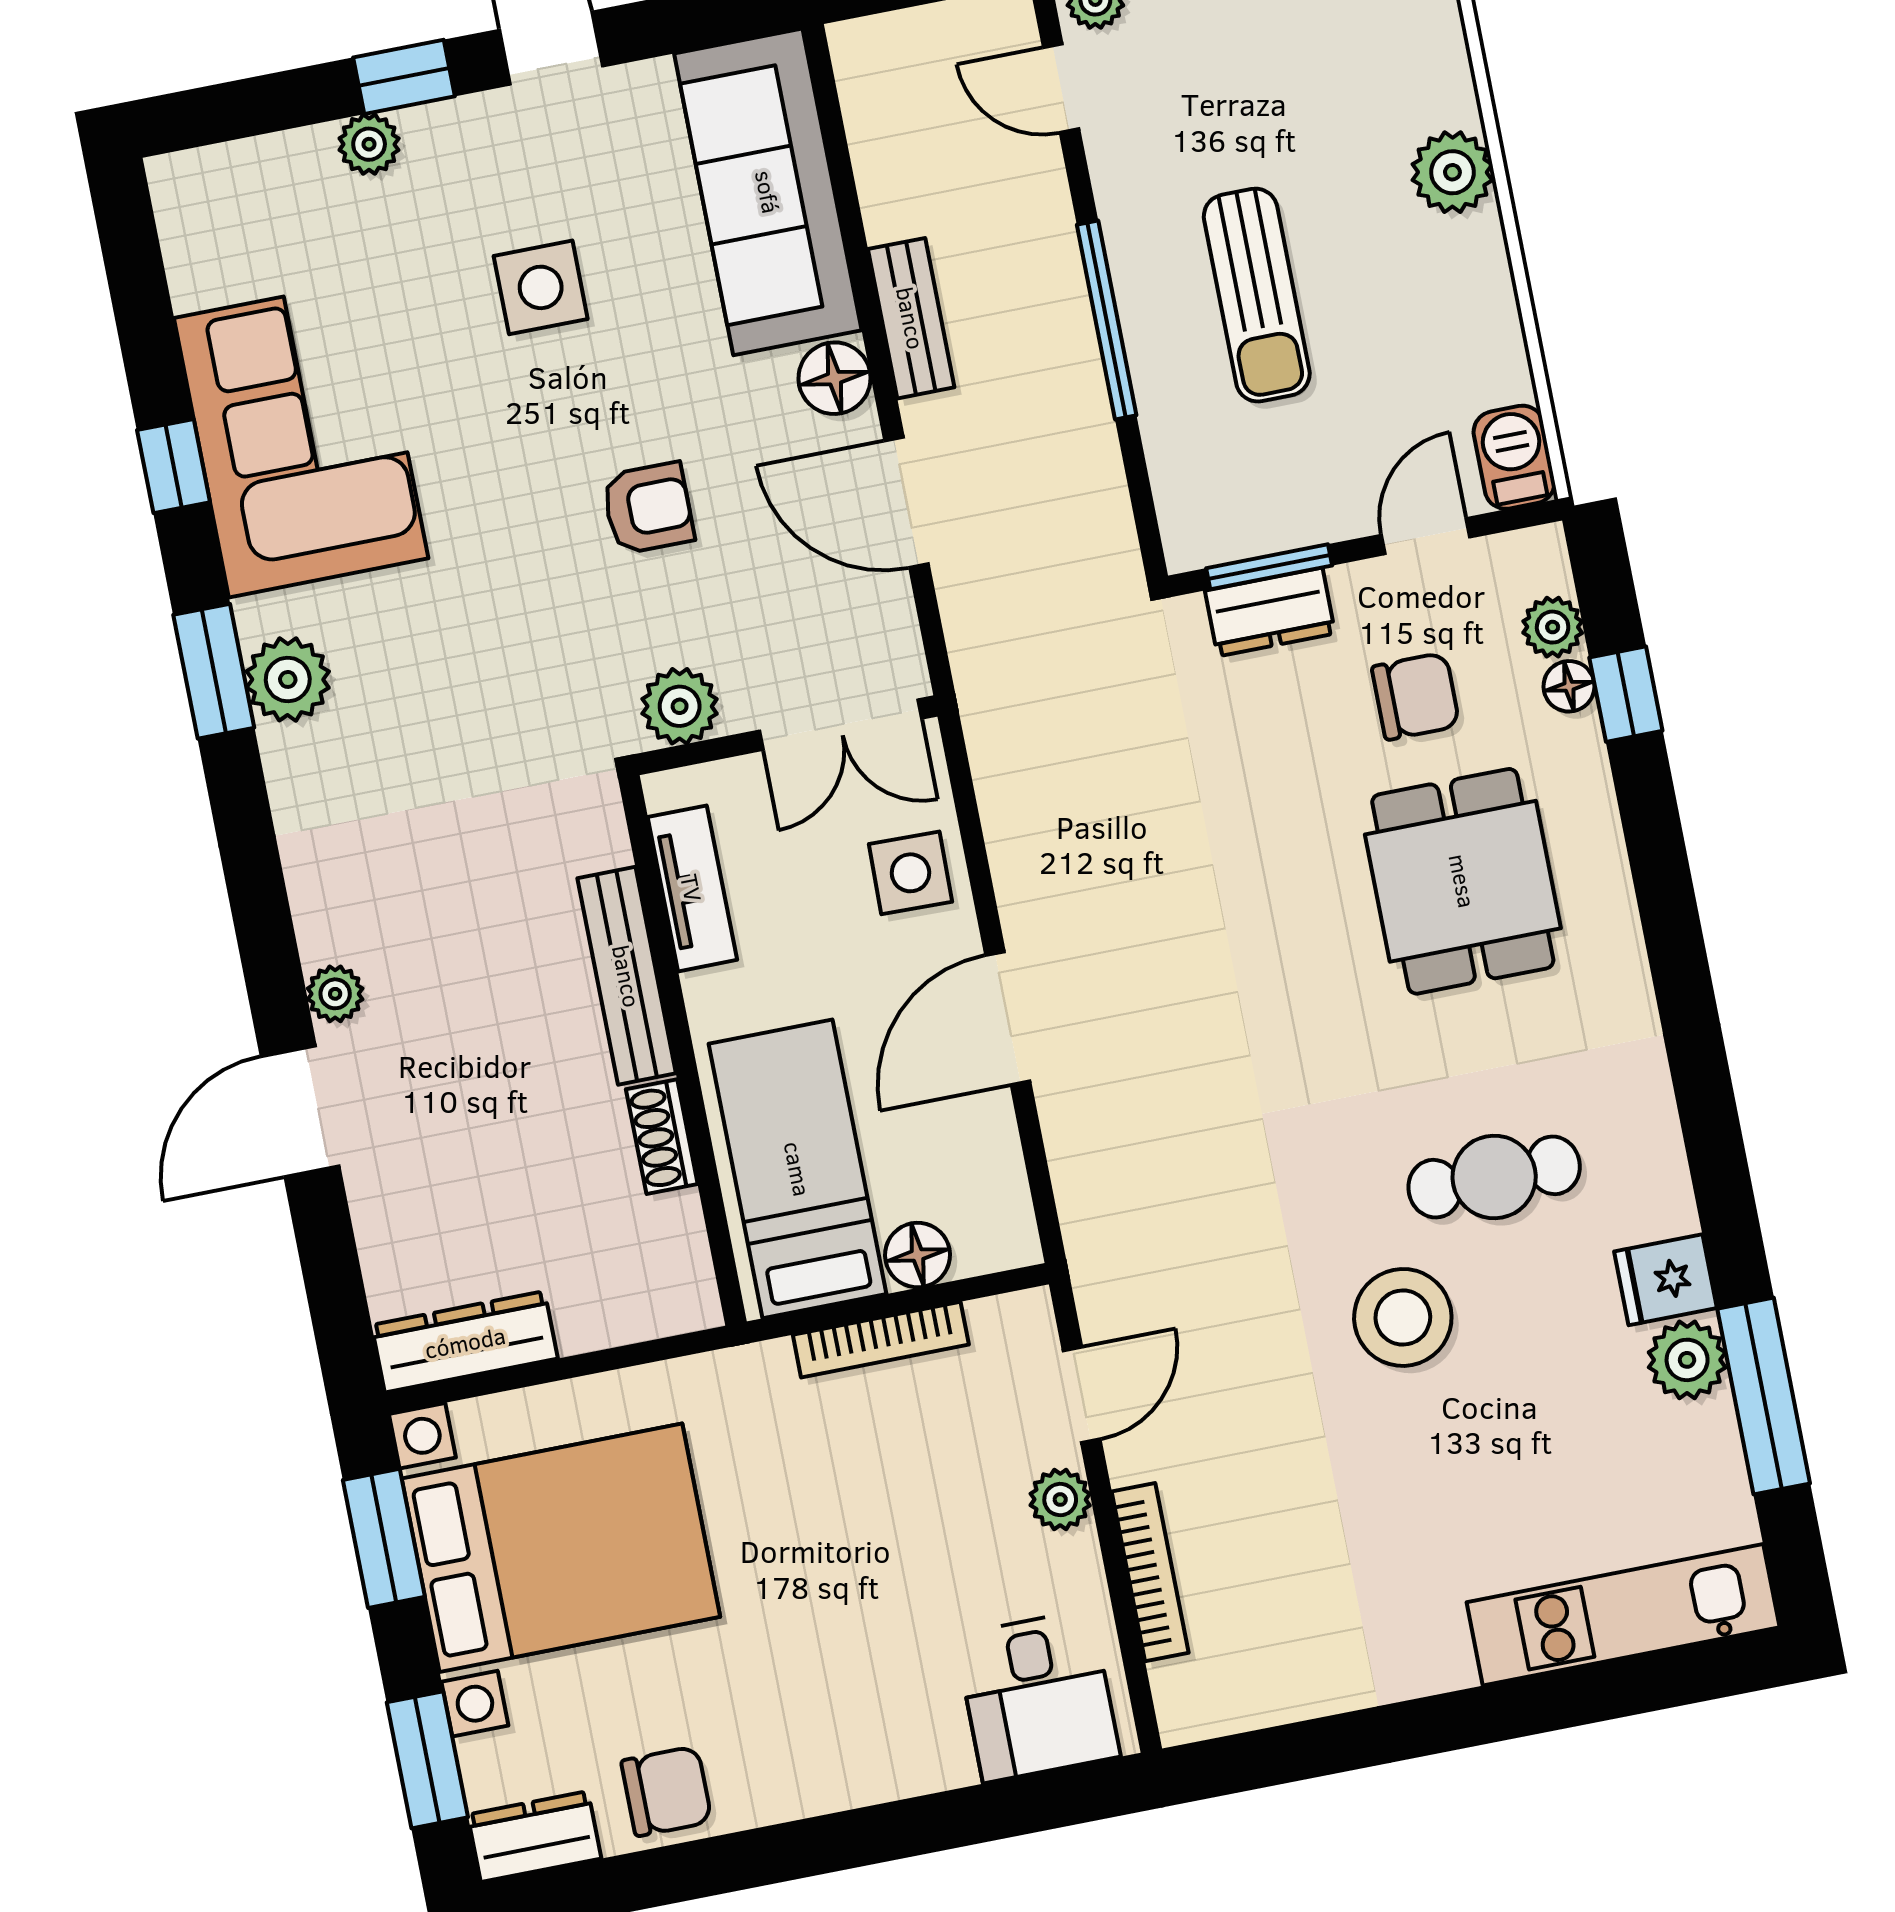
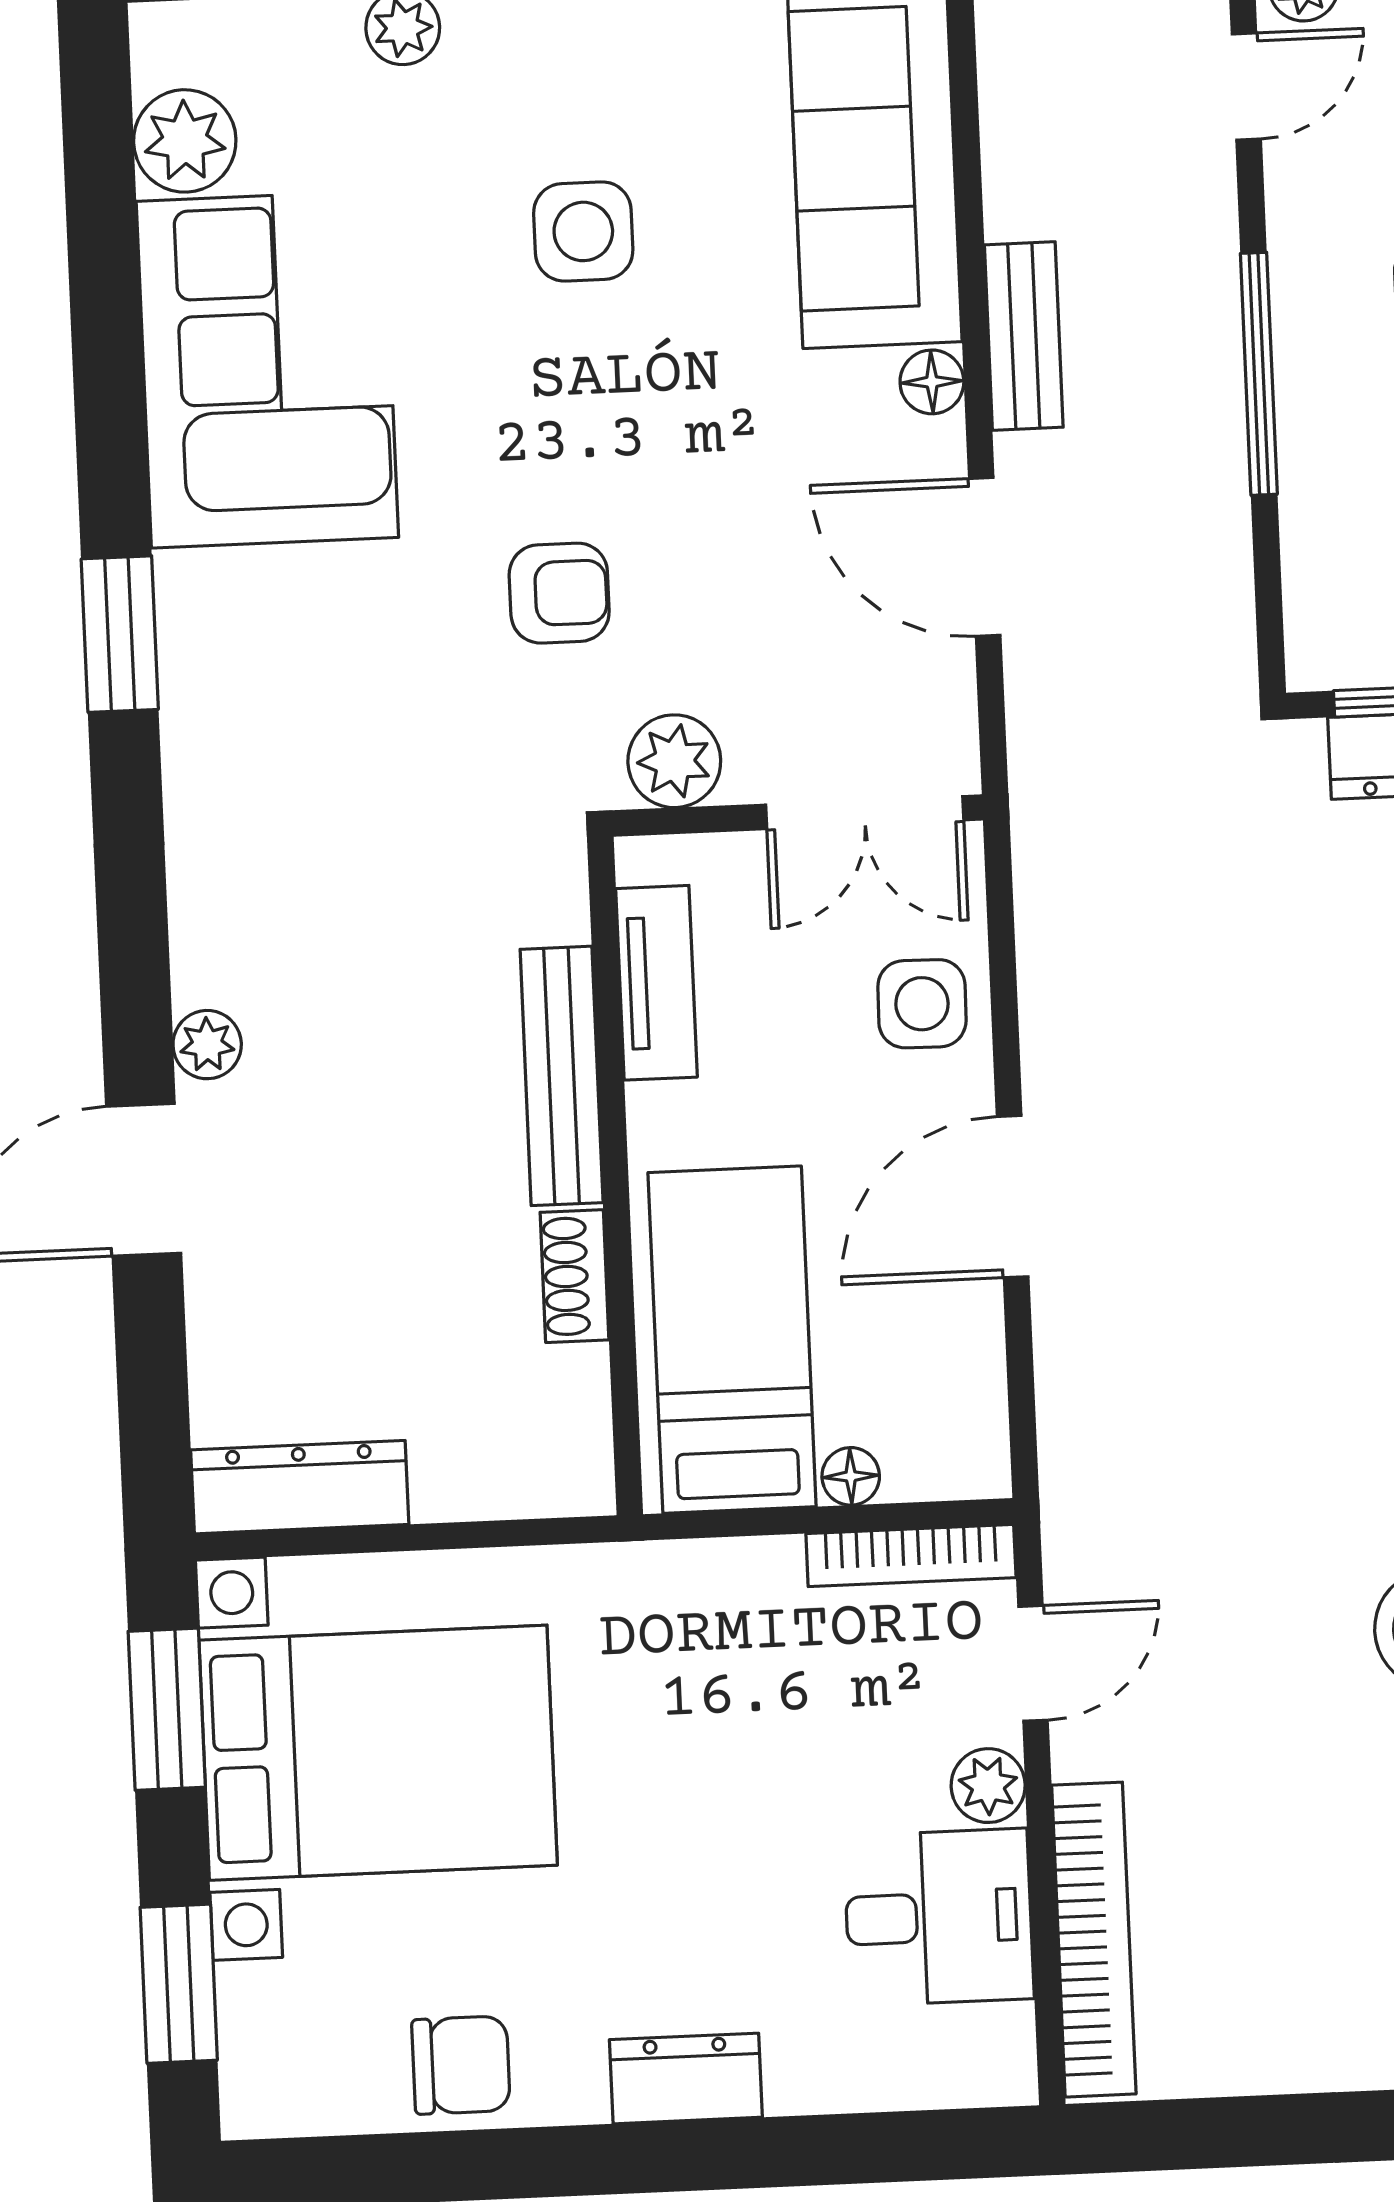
door: (1061, 88) -> (1246, 86), swing flipped
floor lamp: (834, 378) -> (932, 382), width x0.73, depth x0.73
window: (174, 466) -> (109, 380), removed
armchair: (648, 508) -> (559, 593), moved
plant: (288, 679) -> (185, 141), moved
floor lamp: (918, 1255) -> (851, 1476), width x0.73, depth x0.73
bookcase: (881, 1340) -> (911, 1556), moved
bookcase: (1150, 1572) -> (1094, 1940), width x1.48, depth x1.31
desk: (1037, 1696) -> (939, 1917), moved, turned -90
dresser: (534, 1837) -> (686, 2078), moved

